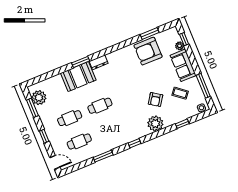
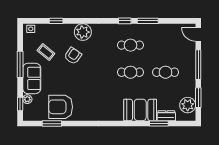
armchair: (148, 51) -> (61, 107), turned 180
window: (81, 62) -> (159, 124), moved
dresser: (99, 62) -> (166, 116), moved
window: (203, 86) -> (20, 64), moved
window: (44, 136) -> (198, 65), width x2.17
cafe table: (79, 142) -> (131, 45), moved
window: (134, 143) -> (125, 21), moved

